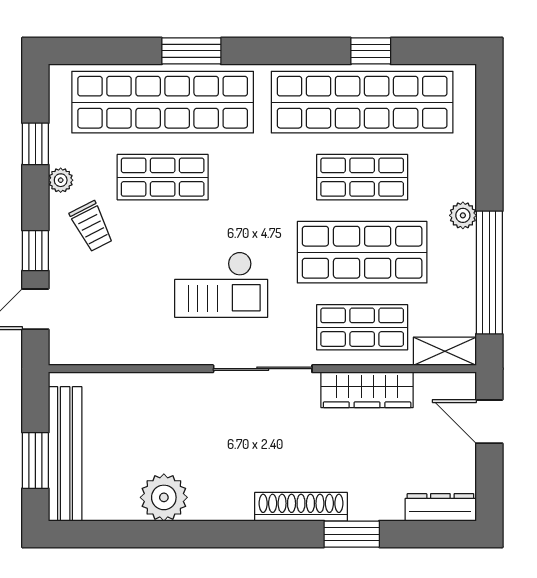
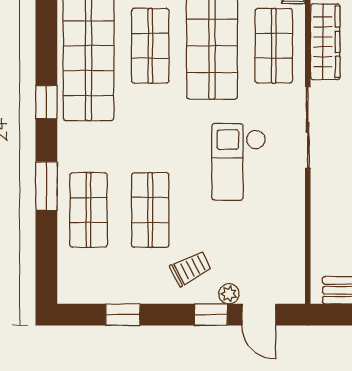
window: (371, 51) -> (46, 102), moved
shop shelf: (163, 102) -> (89, 210), width x0.50, depth x0.74
plant: (61, 180) -> (229, 294), moved
checkout: (221, 285) -> (239, 162), turned 180

